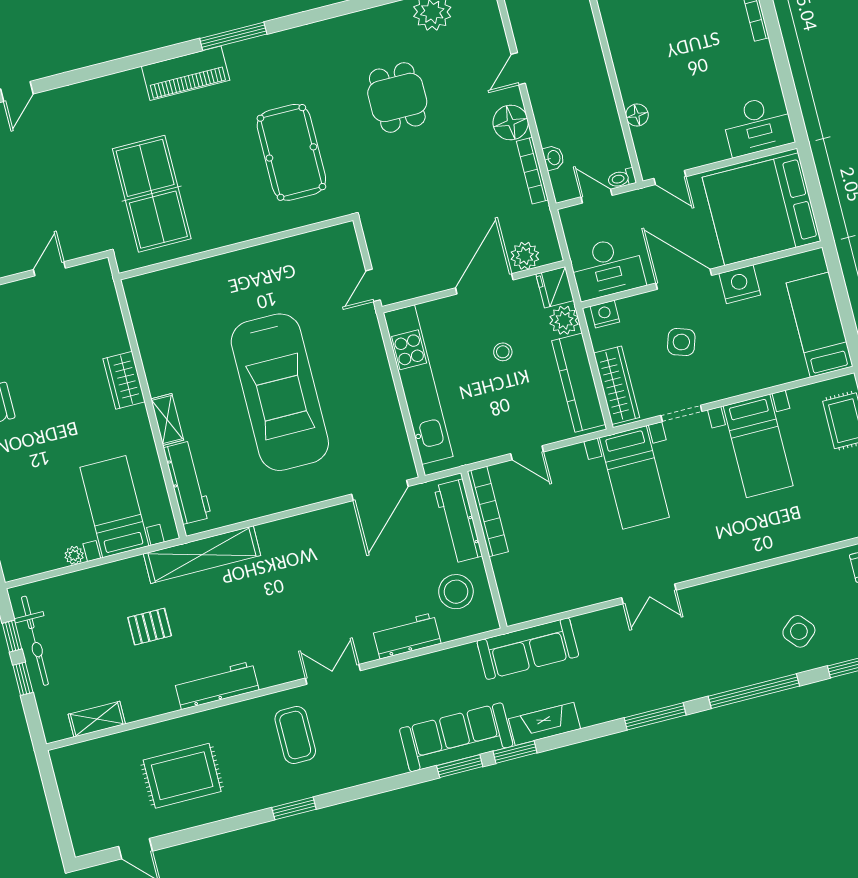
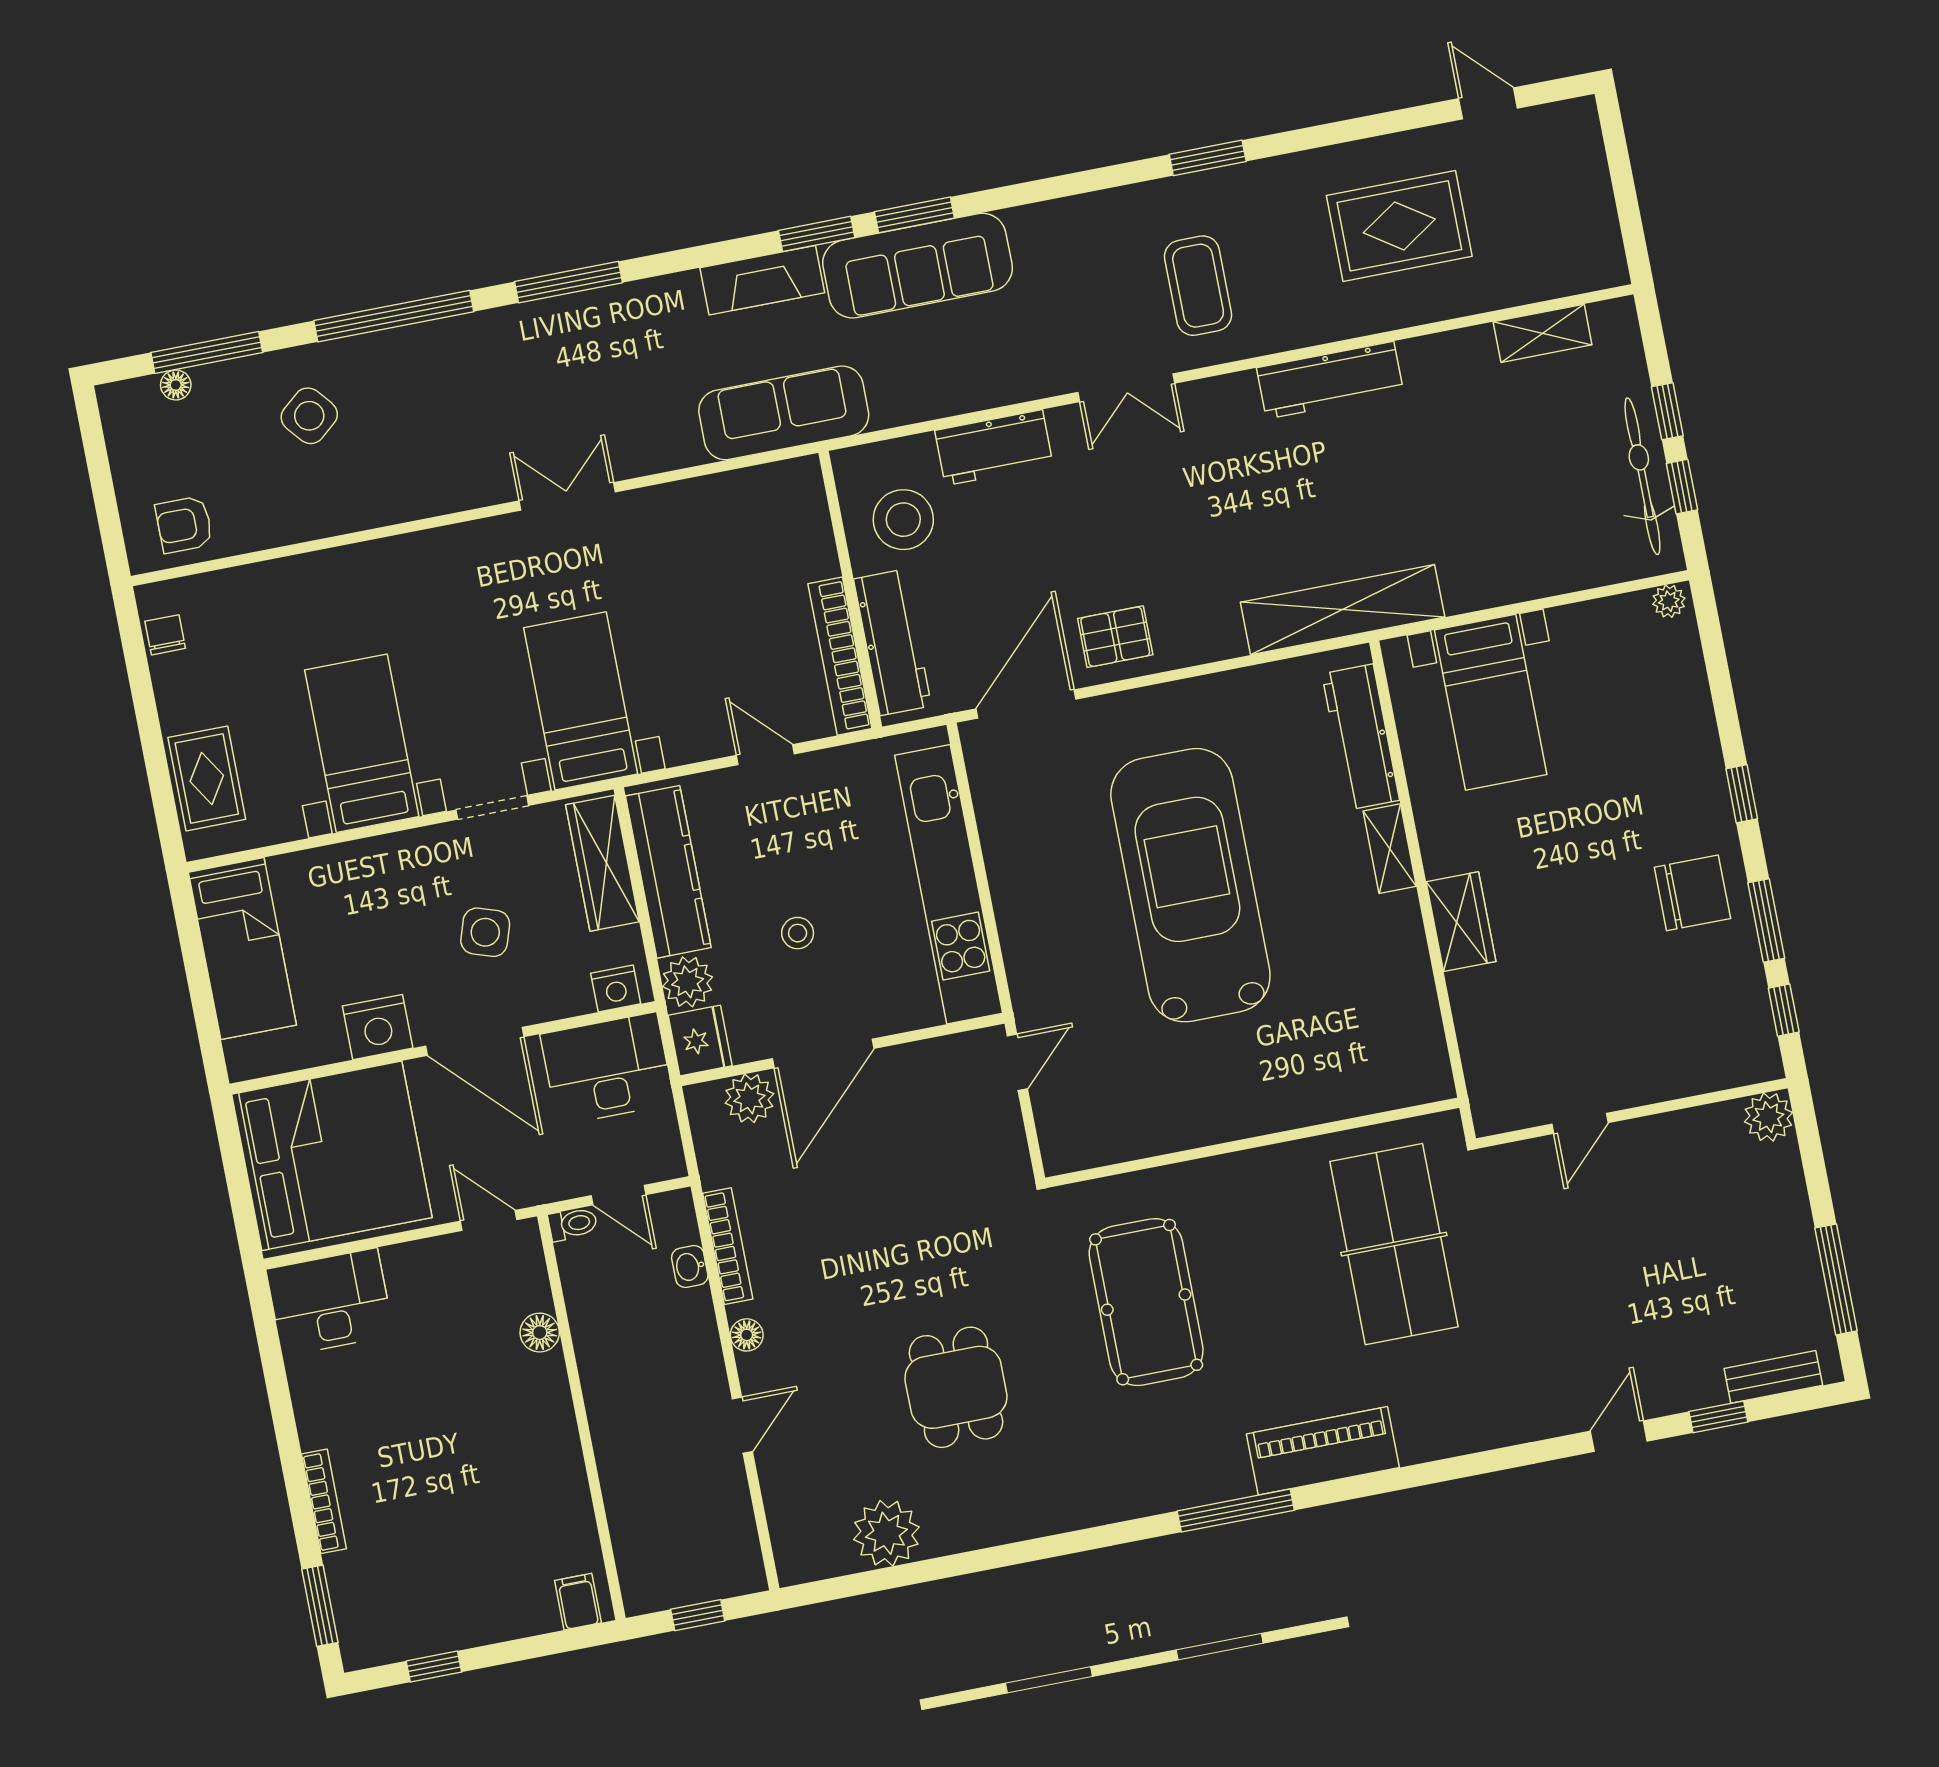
floor lamp: (511, 123) -> (747, 1335), width x0.53, depth x0.53
plant: (74, 555) -> (1669, 601), moved
pallet: (150, 627) -> (1115, 637), moved

